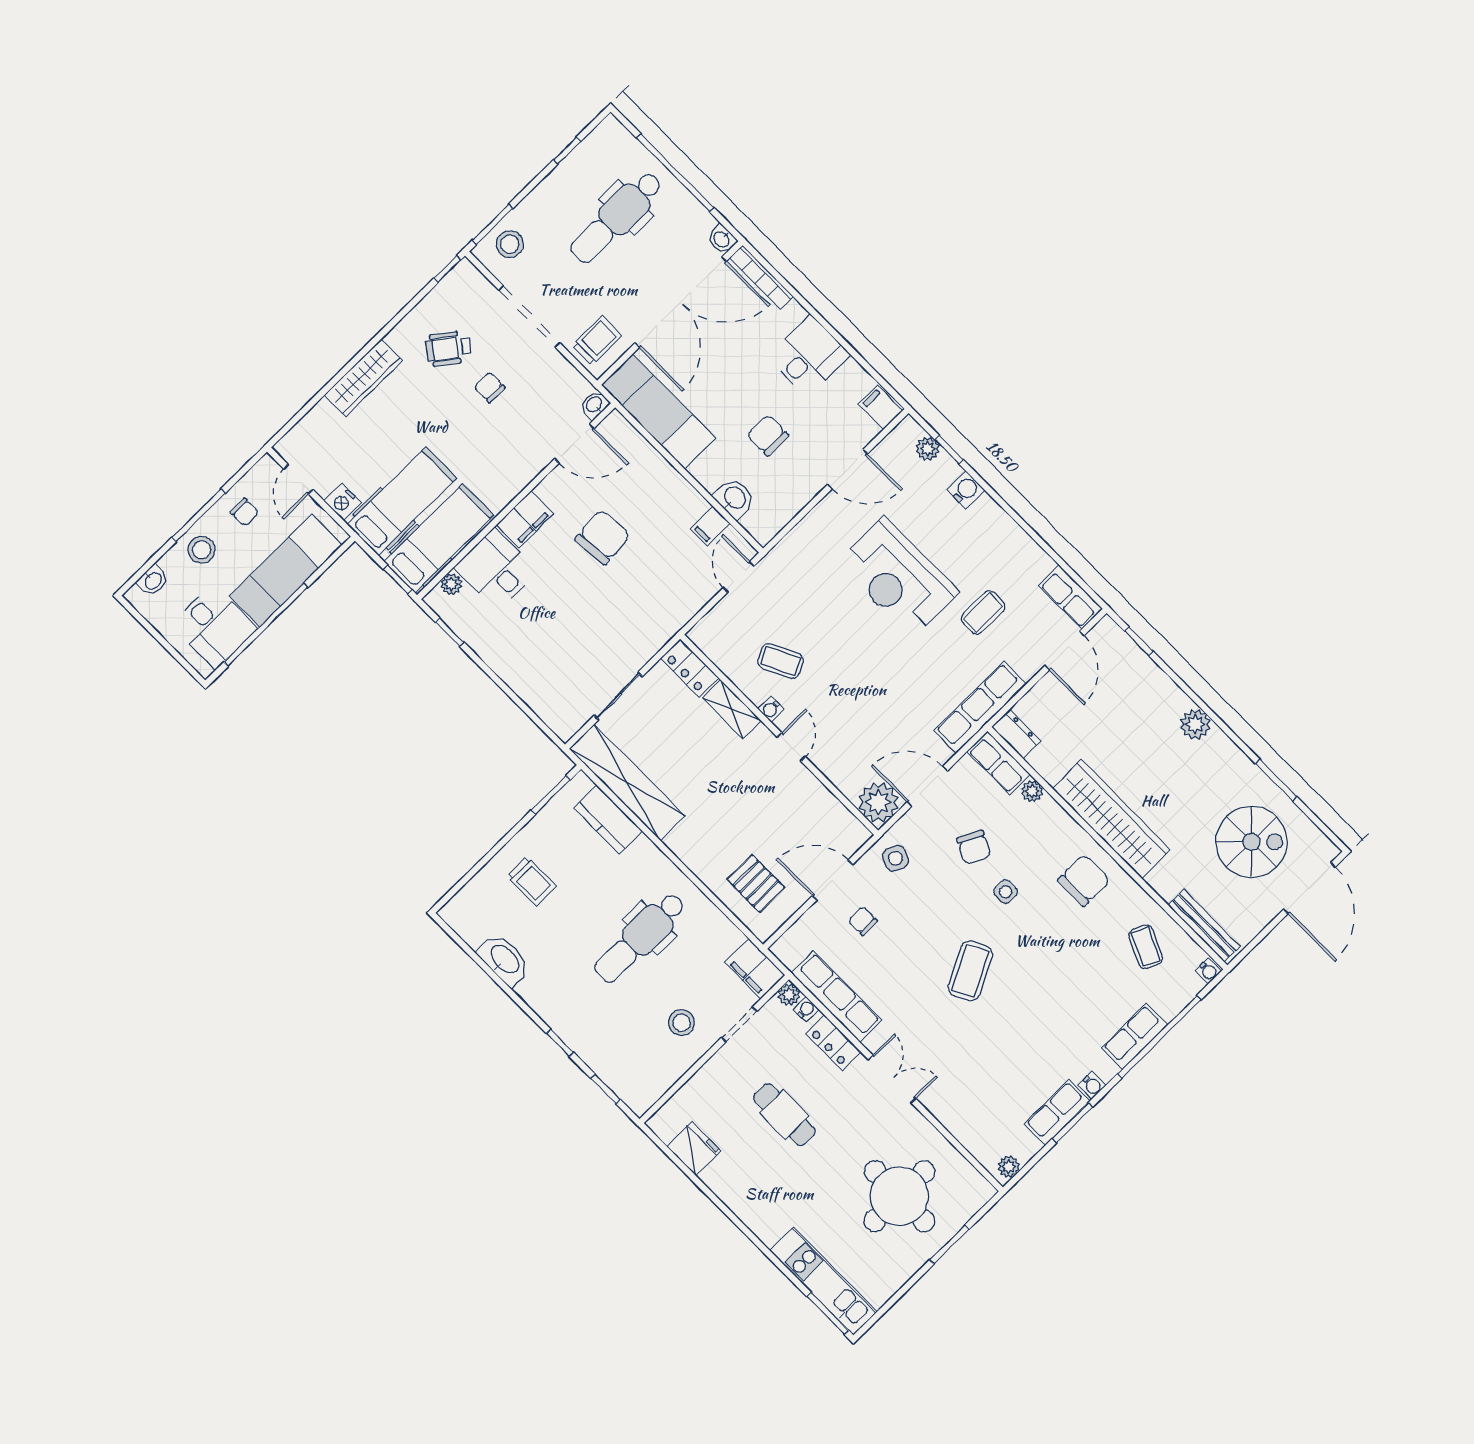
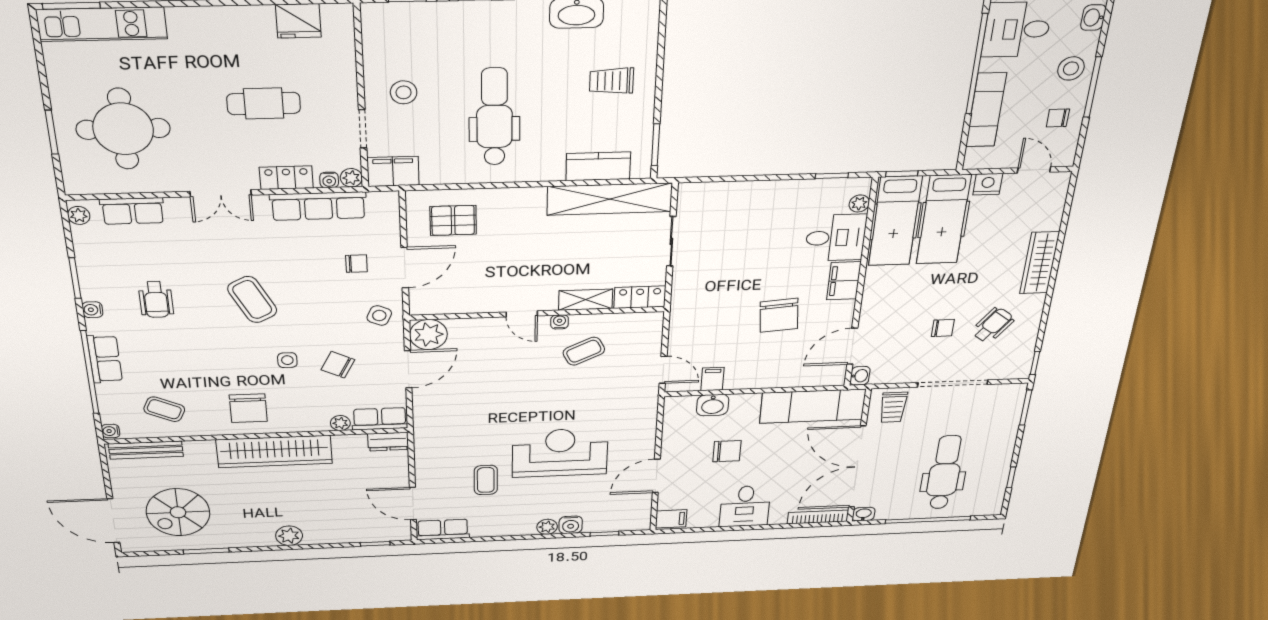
stool: (510, 244) -> (1004, 407), removed
plant: (927, 449) -> (547, 527), moved
exam couch: (286, 570) -> (986, 110), width x0.73, depth x0.69
row of seats: (980, 707) -> (427, 435), removed
wheelchair: (1038, 1045) -> (156, 300), added
row of seats: (1057, 1113) -> (133, 211), moved, turned 90

